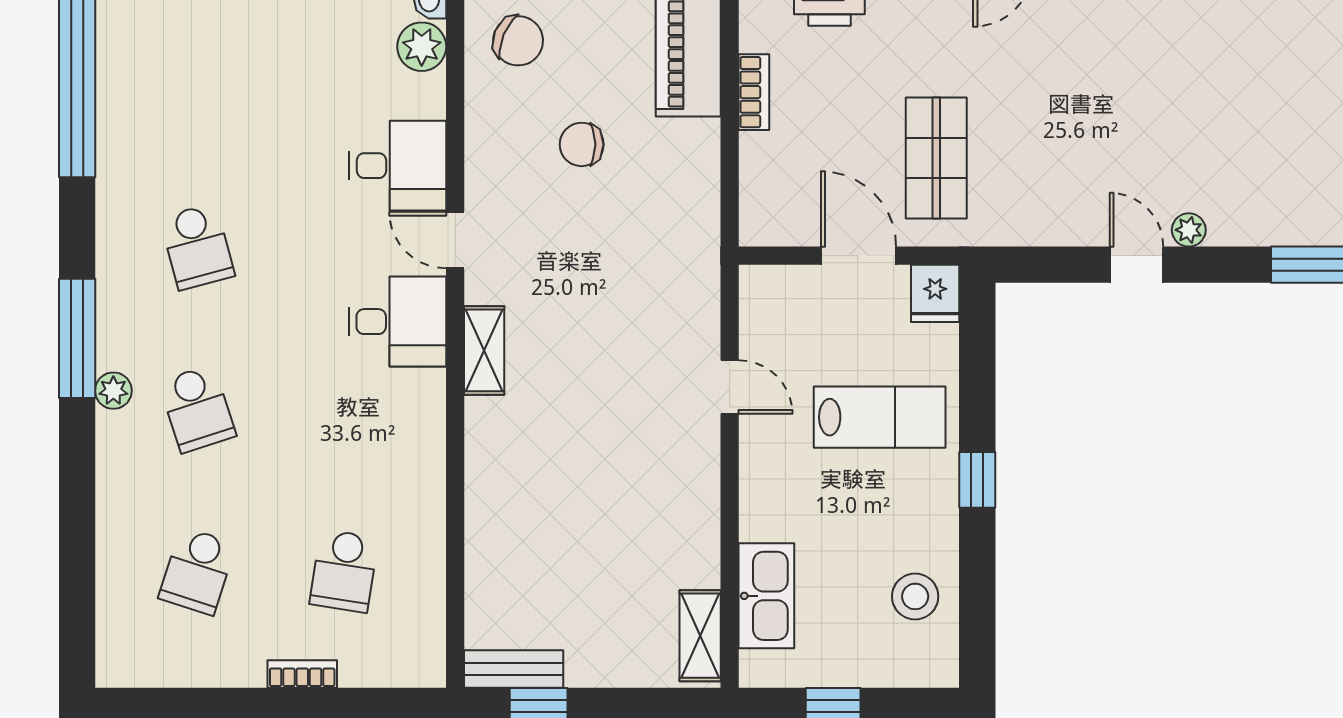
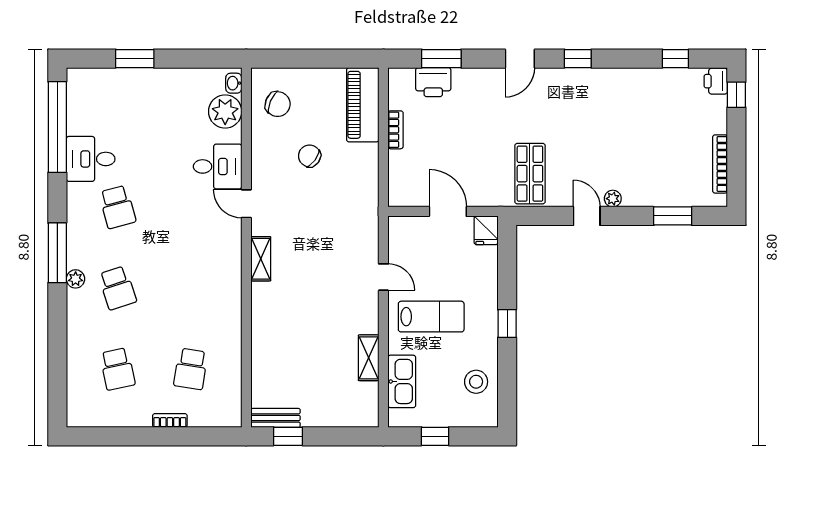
plant: (422, 47) -> (225, 111), width x1.36, depth x1.36
chair: (582, 144) -> (309, 156), turned 36
shop shelf: (936, 158) -> (530, 174), moved
desk: (397, 322) -> (91, 159), moved, turned 180
lab bench: (880, 417) -> (431, 317), moved
school desk: (197, 571) -> (117, 369), turned -30
shelving: (700, 636) -> (369, 358), moved

